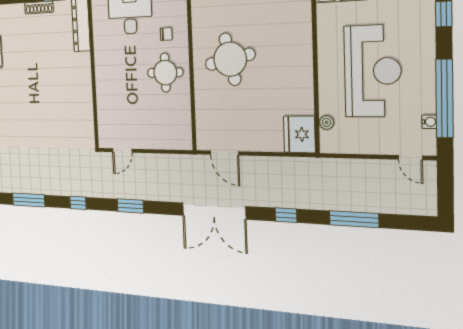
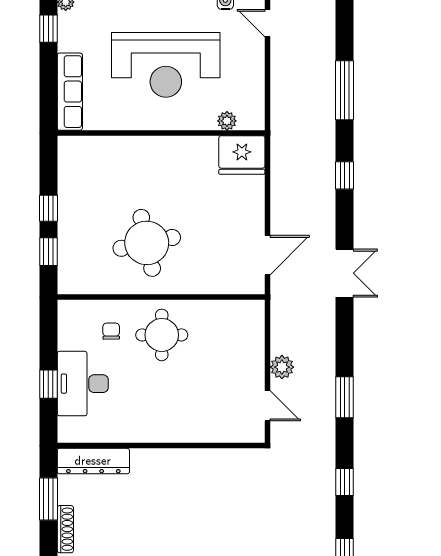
reception desk: (372, 71) -> (166, 65), turned 180
door: (410, 158) -> (267, 23), swing flipped
plant: (148, 162) -> (282, 367), added
double door: (214, 211) -> (345, 273), width x0.54

